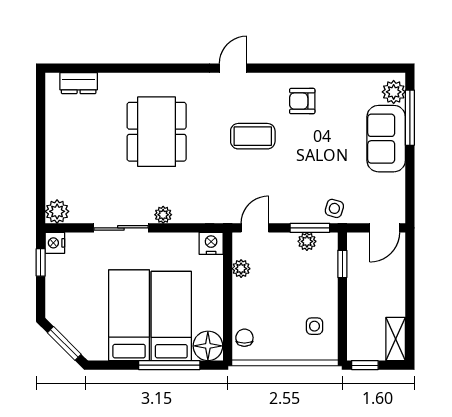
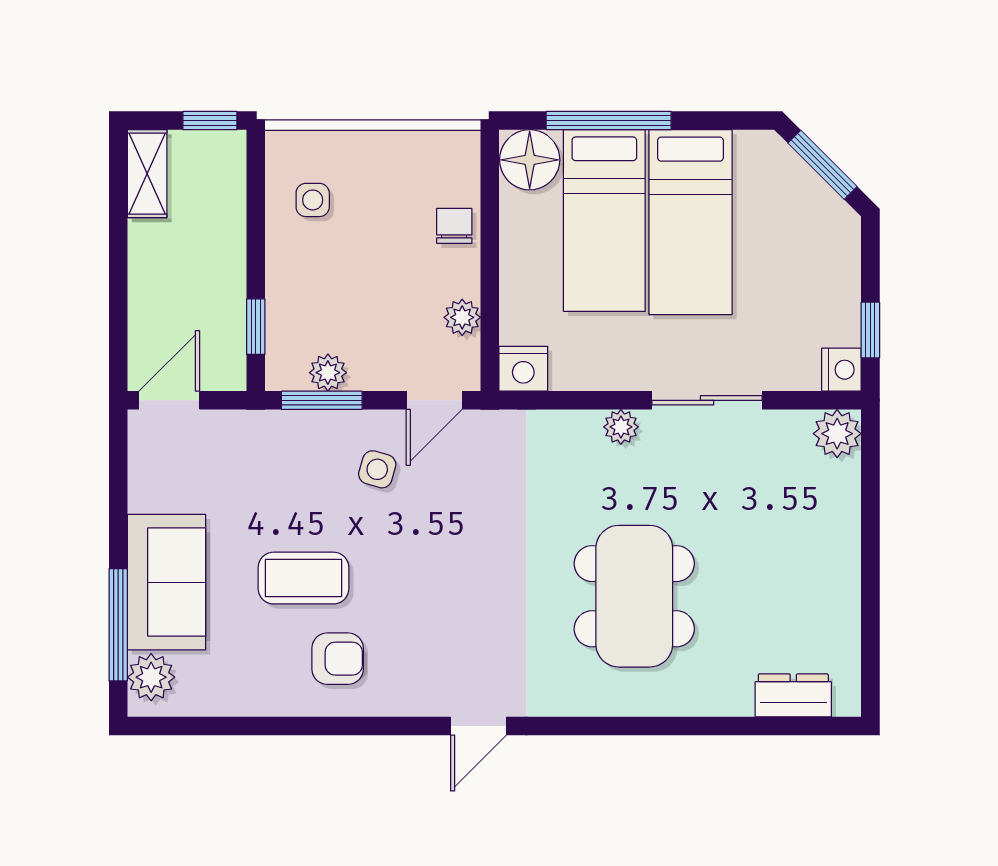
coffee table: (253, 136) -> (304, 578), moved
side table: (334, 208) -> (377, 469), moved
chair: (244, 338) -> (454, 226), moved, turned 180

